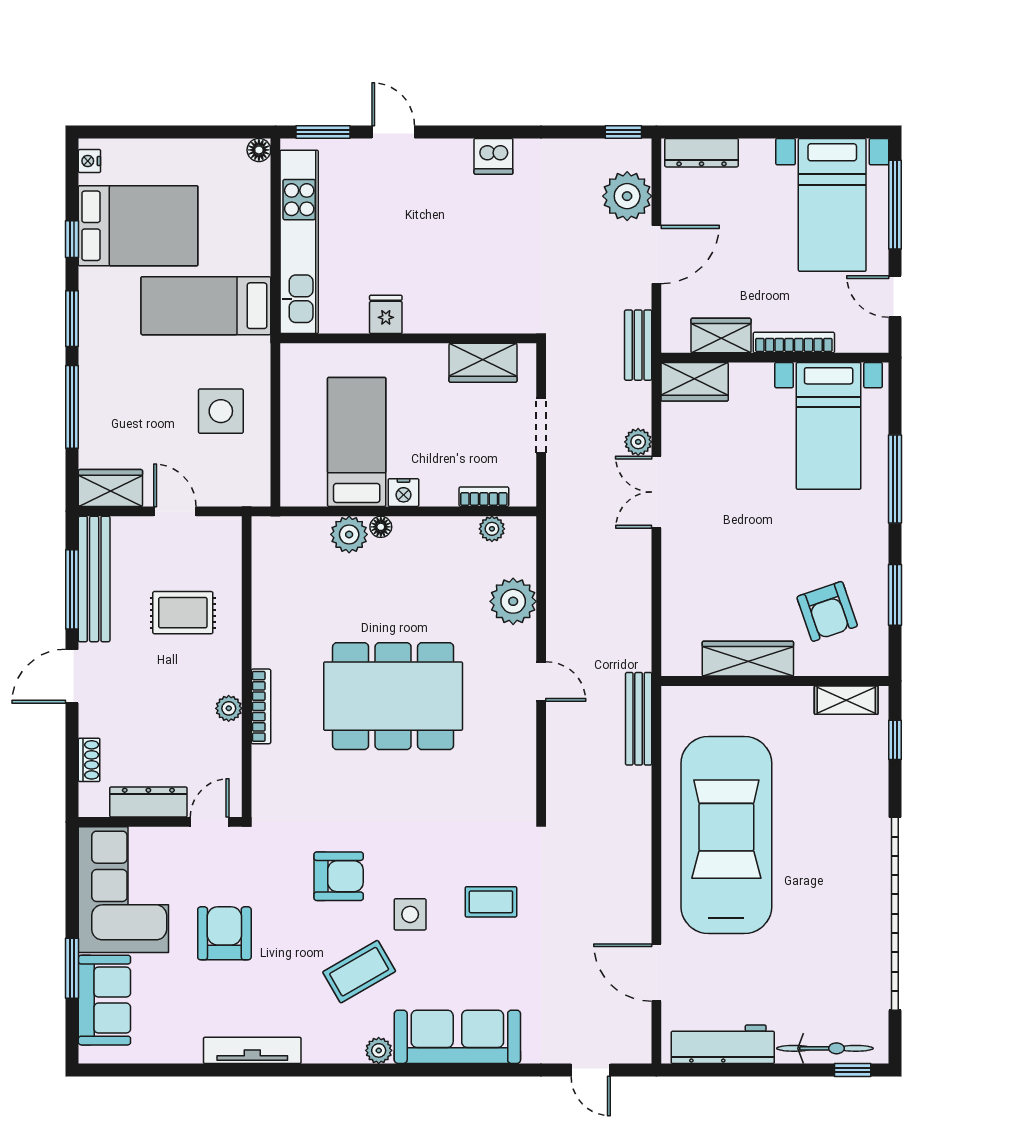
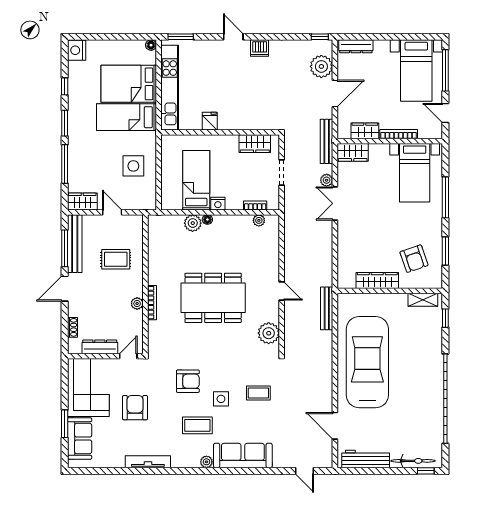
door: (393, 132) -> (233, 37), moved
nightstand: (89, 161) -> (77, 50), width x1.89, depth x1.79
bed: (138, 226) -> (129, 84), moved, turned 180
bench: (638, 345) -> (327, 141), width x1.36
plant: (513, 601) -> (269, 333), moved
coffee table: (359, 972) -> (197, 425), turned 30

